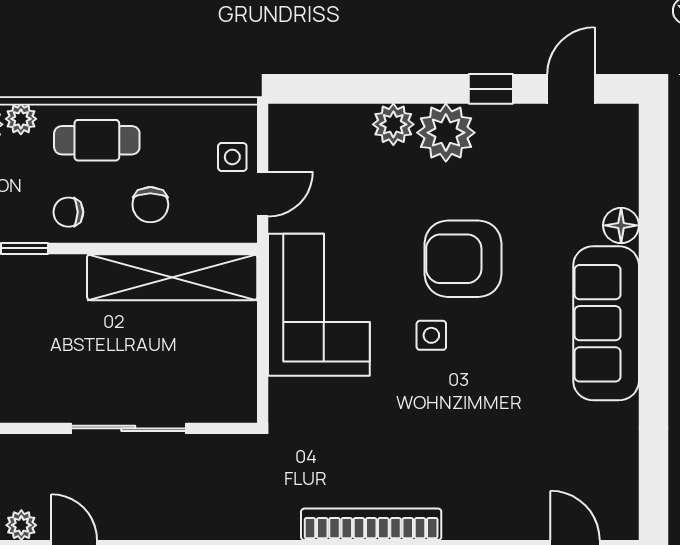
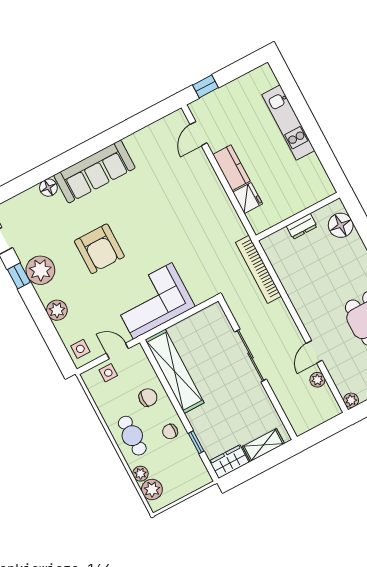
plant: (446, 133) -> (40, 270), moved
chair: (68, 212) -> (170, 431), turned 90
side table: (431, 335) -> (80, 349), moved
bookcase: (371, 524) -> (258, 269), moved

